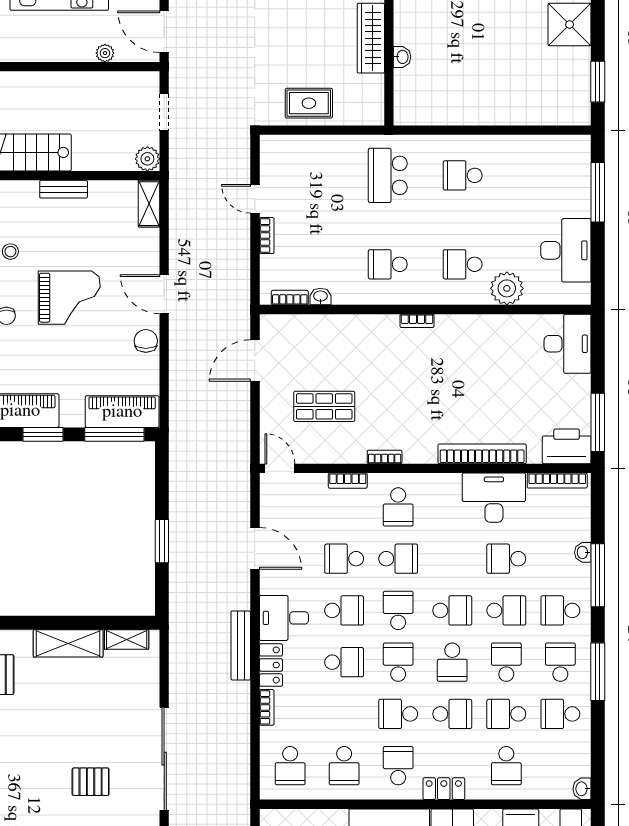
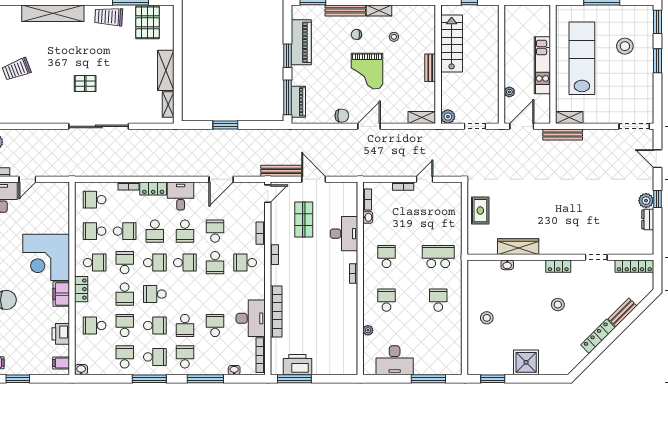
stool: (493, 92) -> (487, 318), added
plant: (507, 288) -> (368, 330), width x0.53, depth x0.53
desk: (568, 344) -> (344, 234), moved, turned -90
door: (255, 360) -> (314, 179), moved
piano: (122, 412) -> (298, 102), width x0.73, depth x0.75
printer: (567, 446) -> (297, 365), moved, turned -90
washbasin: (583, 552) -> (234, 370), moved
school desk: (452, 610) -> (125, 231), moved, turned -90
bench: (241, 645) -> (281, 171), moved
pallet: (91, 782) -> (85, 83), turned 90

